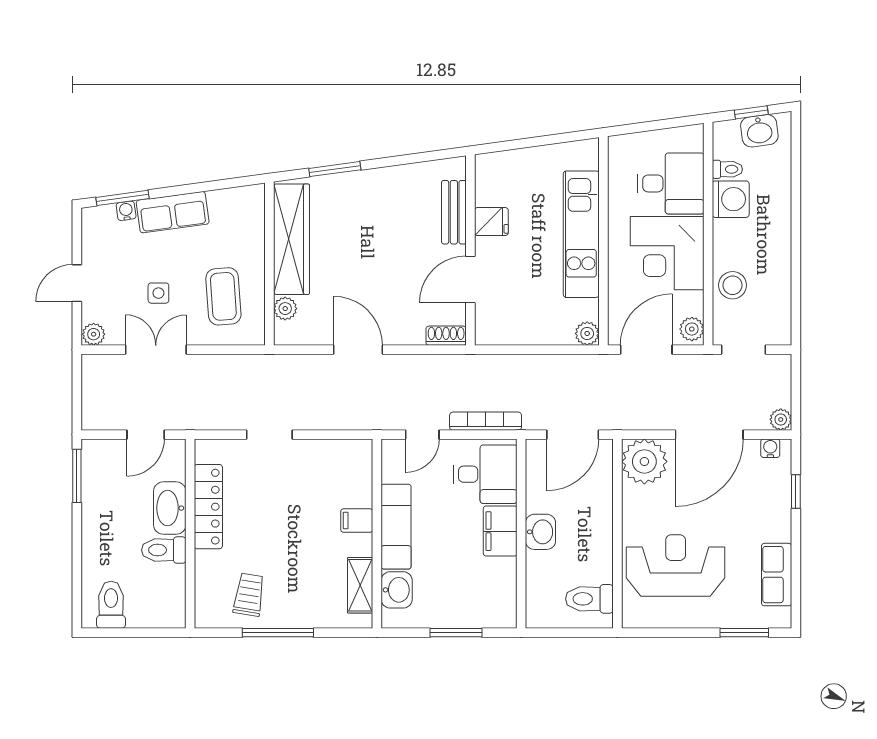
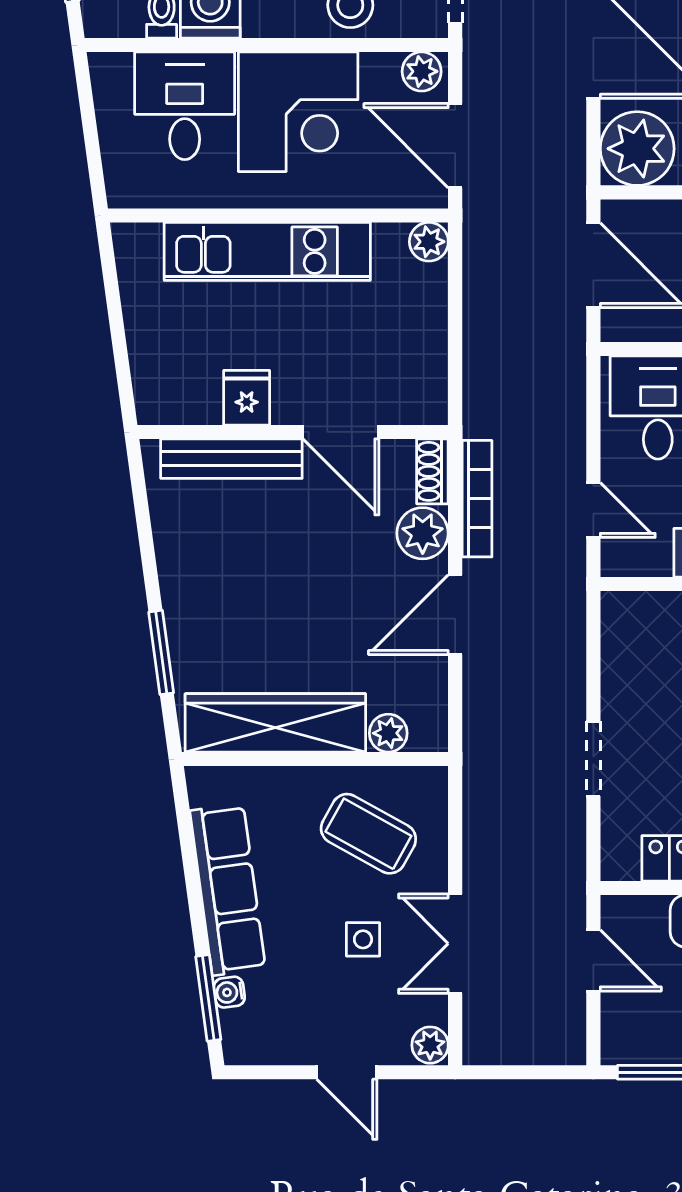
row of seats: (173, 212) -> (228, 890), width x1.48
bench: (454, 212) -> (231, 459), width x1.36
coffee table: (223, 296) -> (368, 834), turned 33
plant: (408, 330) -> (423, 533), added
bookcase: (486, 421) -> (477, 499), moved, turned 180

